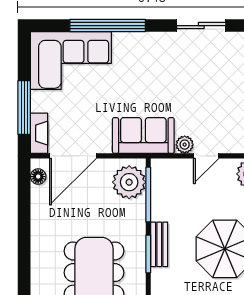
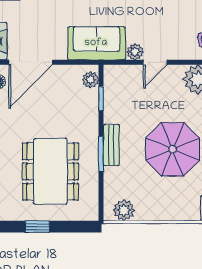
plant: (129, 182) -> (90, 80), width x0.53, depth x0.53
window: (148, 195) -> (101, 99), width x0.46

